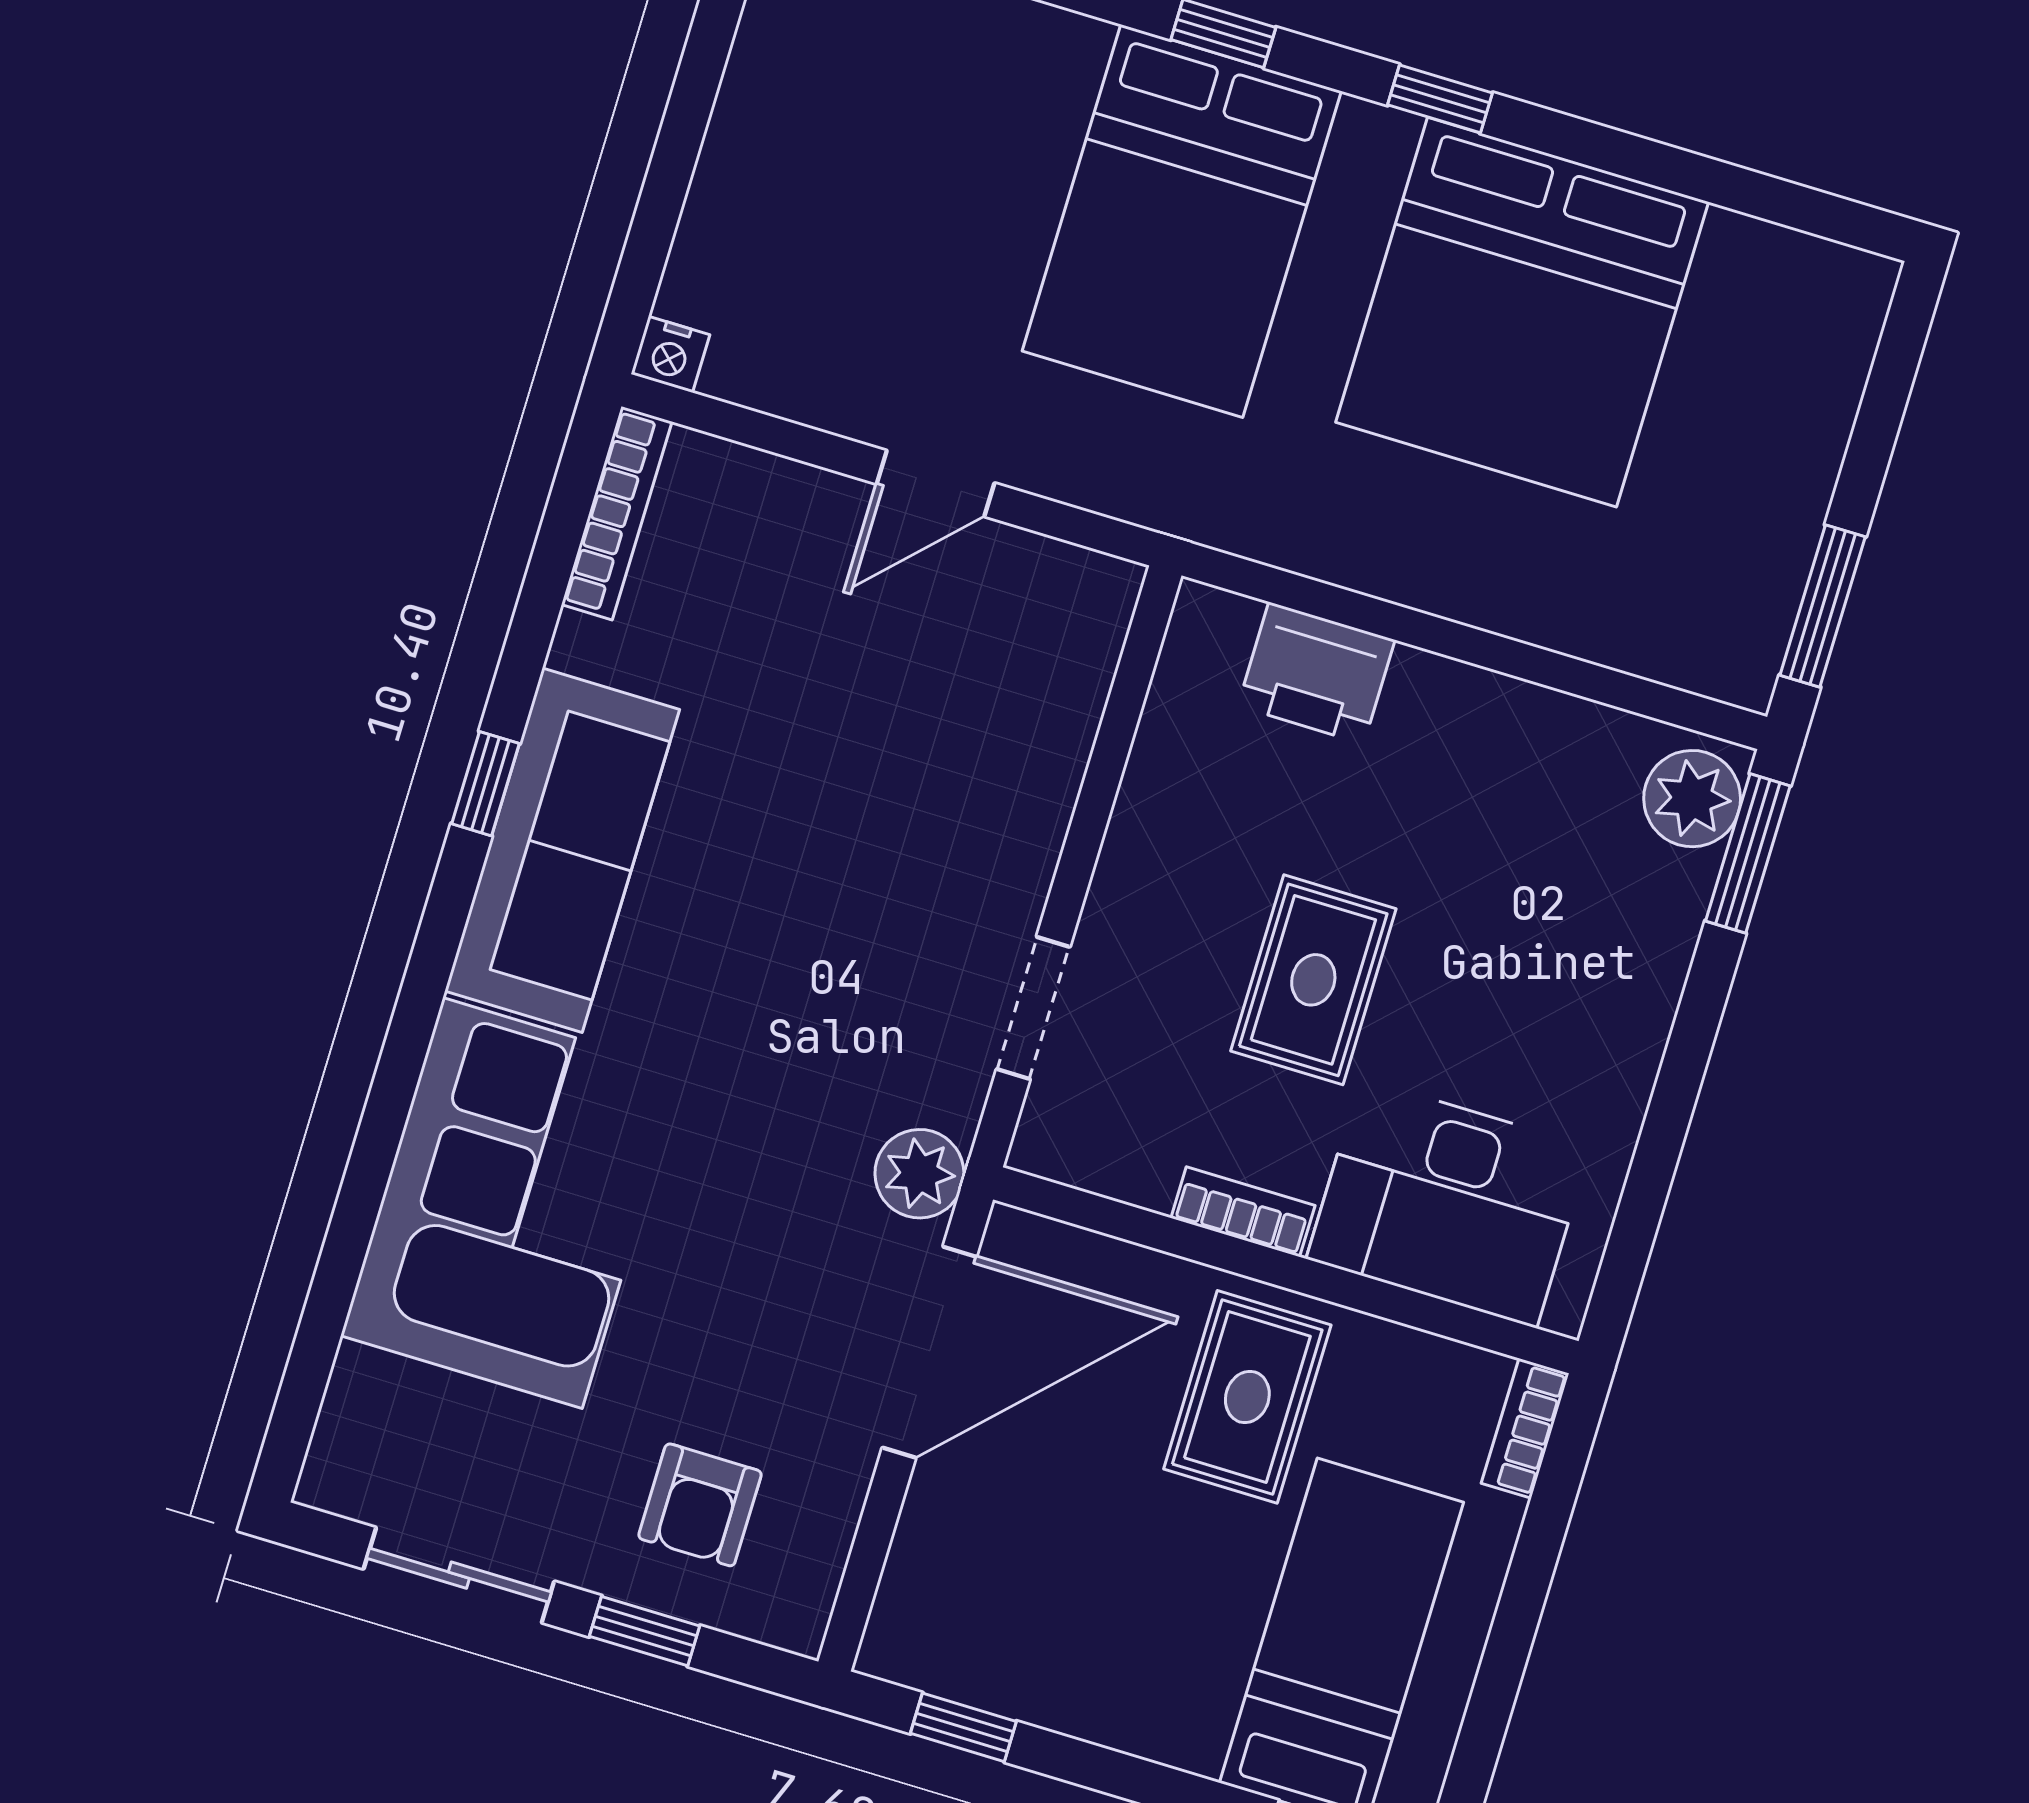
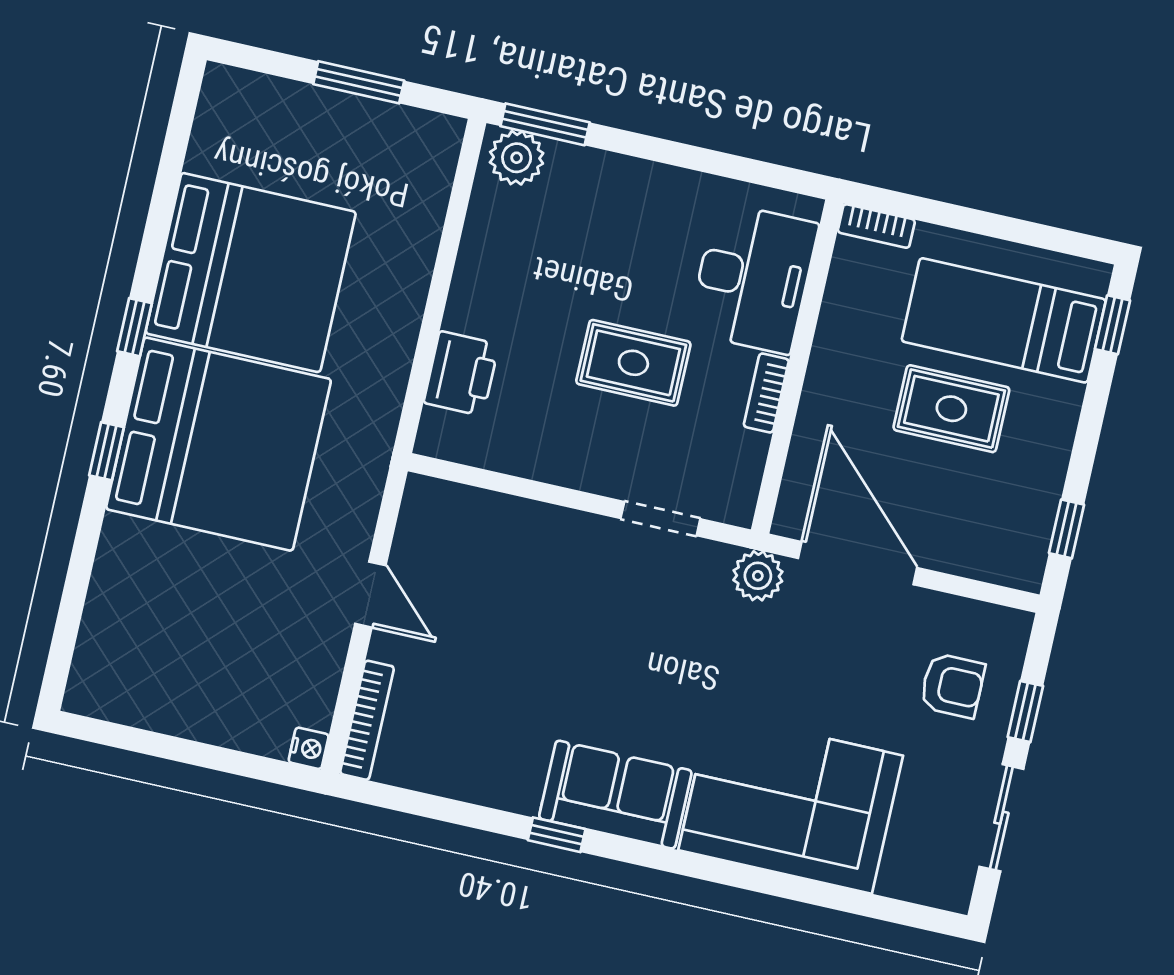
bed: (1182, 221) -> (218, 444), width x1.36
bookcase: (617, 513) -> (367, 720), moved, turned 90
window: (1823, 606) -> (359, 82), moved
sofa: (562, 850) -> (615, 795), width x0.73
rug: (1247, 1397) -> (951, 409), moved

